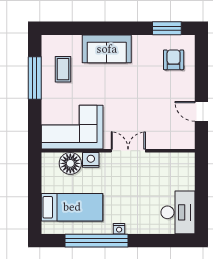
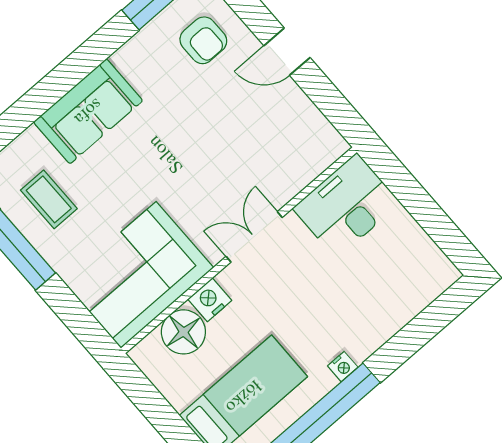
armchair: (174, 60) -> (203, 40), turned 180
door: (201, 111) -> (287, 52), moved
desk: (178, 212) -> (347, 206), moved, turned -90

